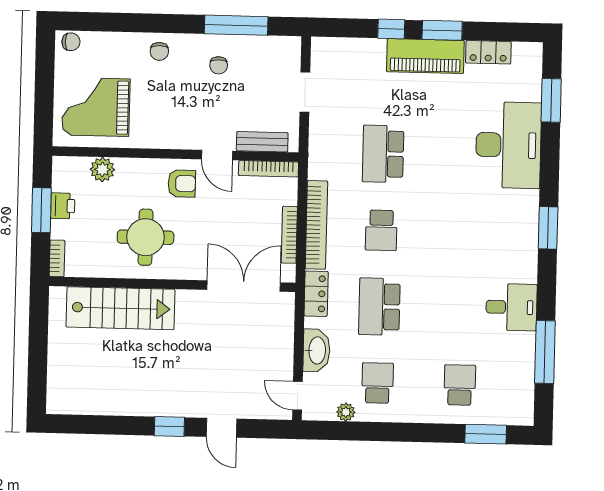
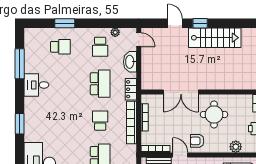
double door: (244, 286) -> (181, 92), moved
stairs: (121, 308) -> (215, 38), moved, turned 180
school desk: (460, 385) -> (60, 47), turned -90
window: (486, 434) -> (65, 23), moved

